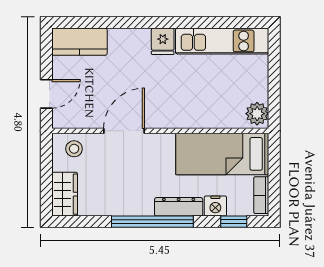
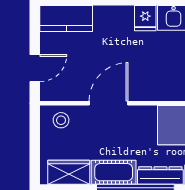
wardrobe: (65, 194) -> (69, 172), moved, turned -90
cot: (129, 203) -> (114, 172), added

